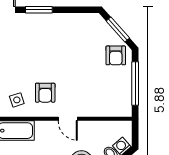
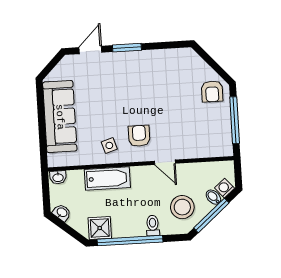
window: (118, 29) -> (213, 64), removed
armchair: (45, 93) -> (139, 136), turned 180

